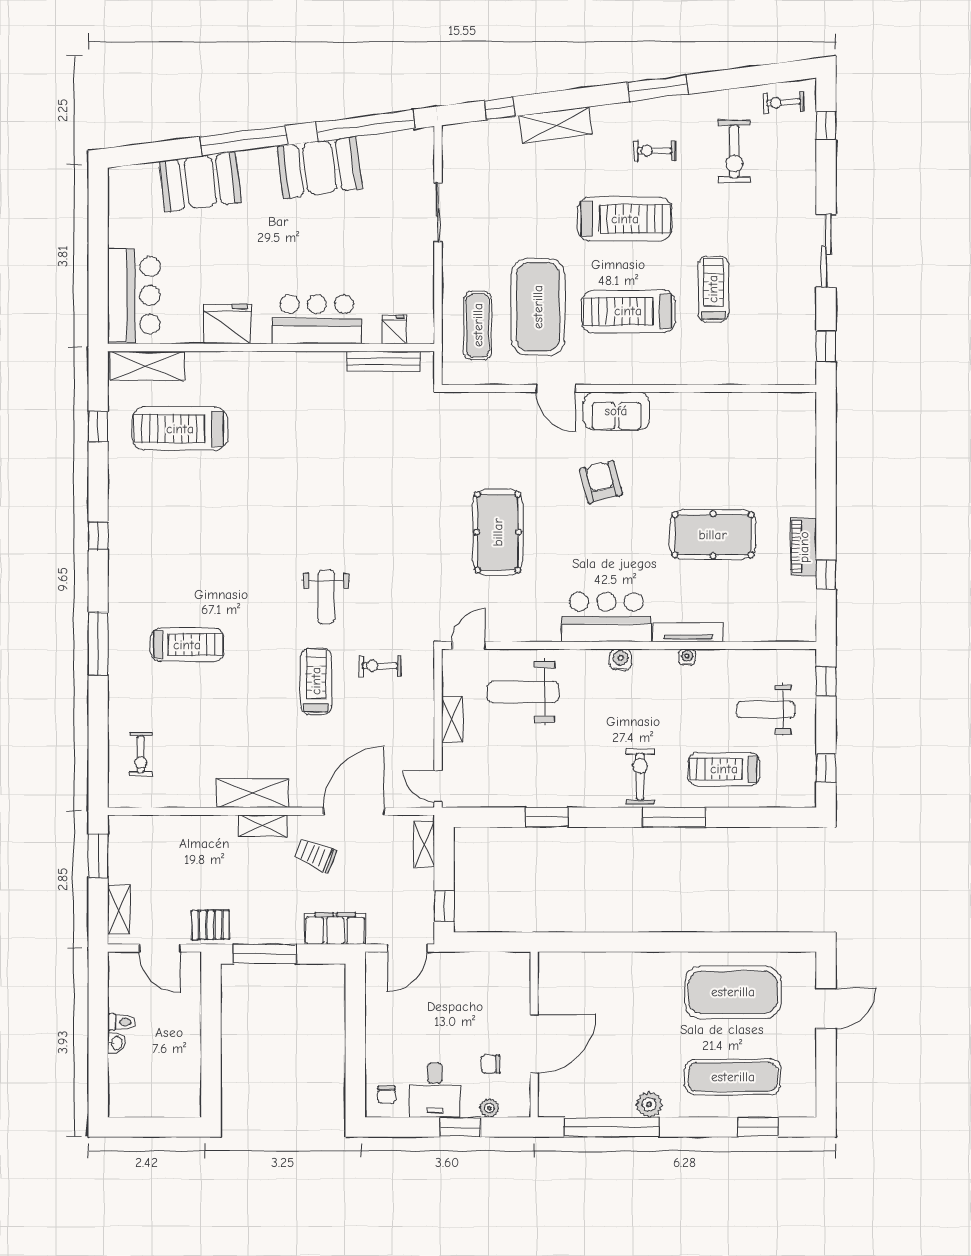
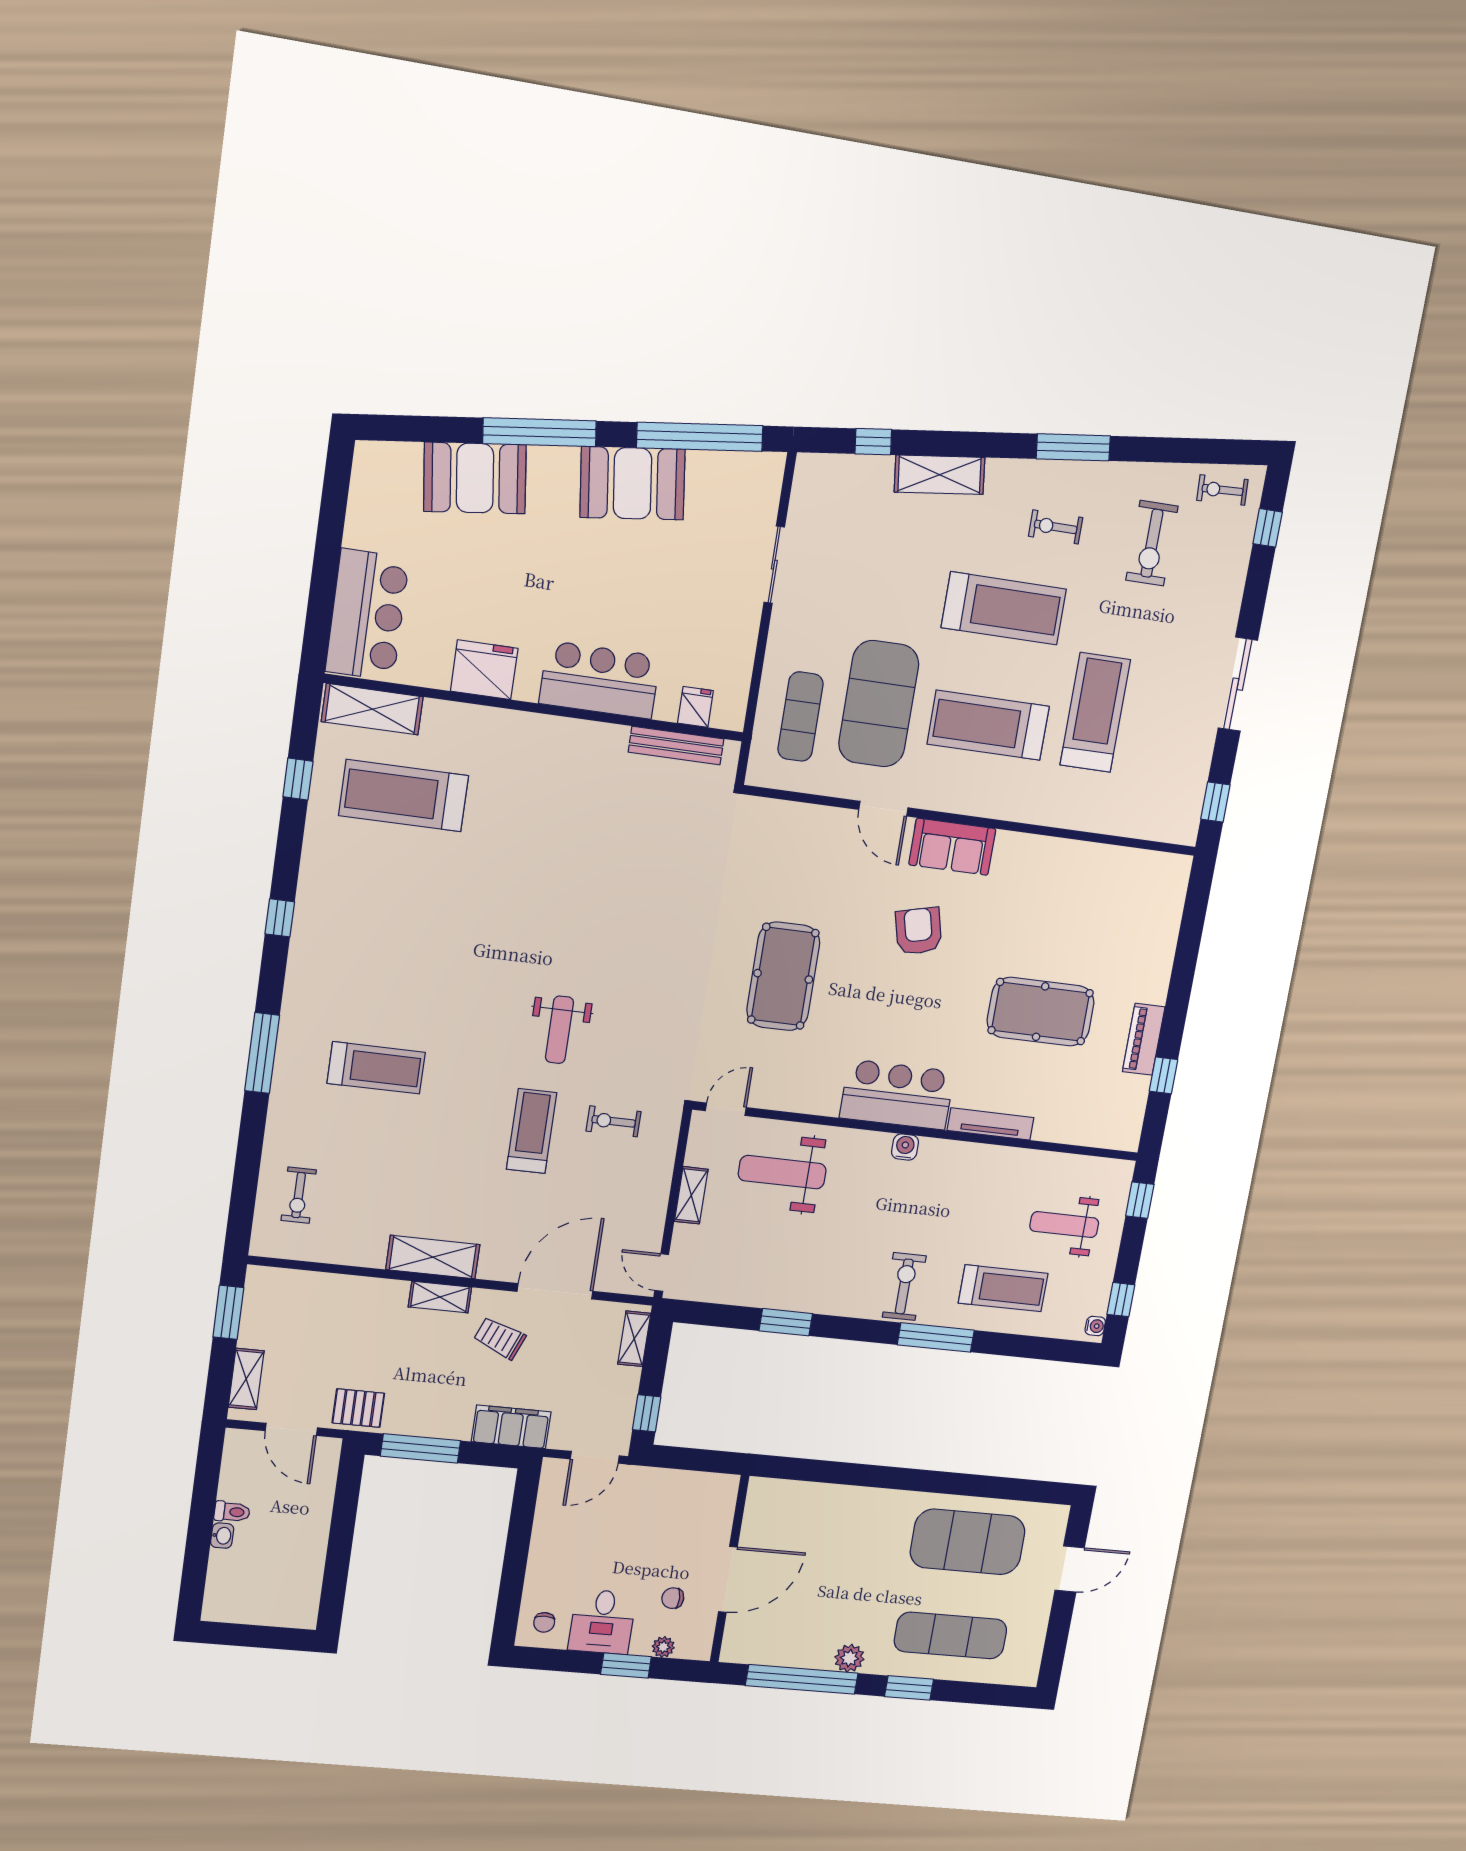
treadmill: (713, 289) -> (1095, 712), width x1.37, depth x1.38
water cooler: (687, 657) -> (1095, 1326), moved, turned 90
treadmill: (724, 769) -> (1003, 1288), turned 180
window: (758, 1127) -> (909, 1688), moved

